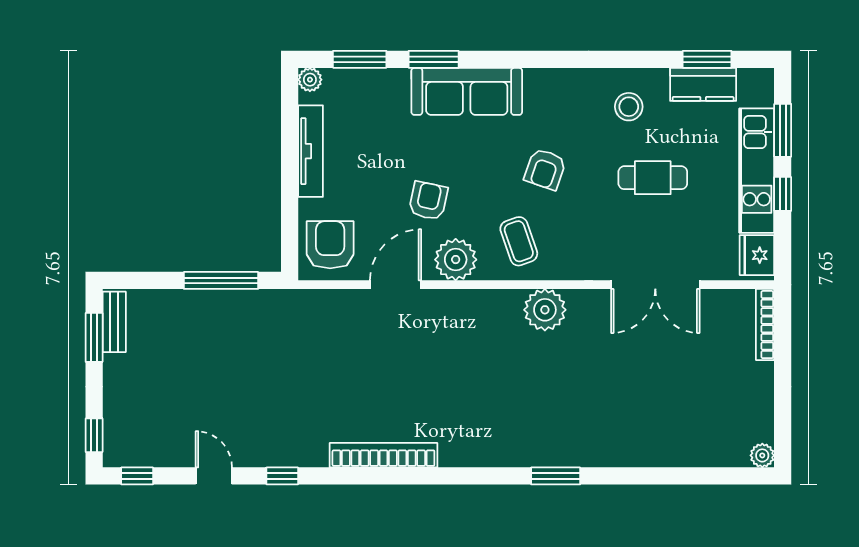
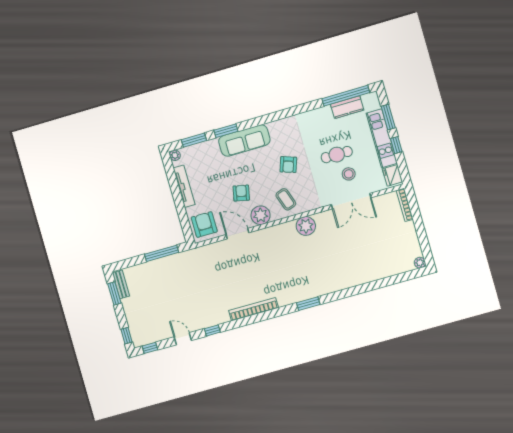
window: (707, 59) -> (346, 96), width x2.11
stool: (629, 107) -> (349, 174), moved
door: (396, 285) -> (238, 234), hinge flipped
window: (556, 476) -> (308, 304), moved

